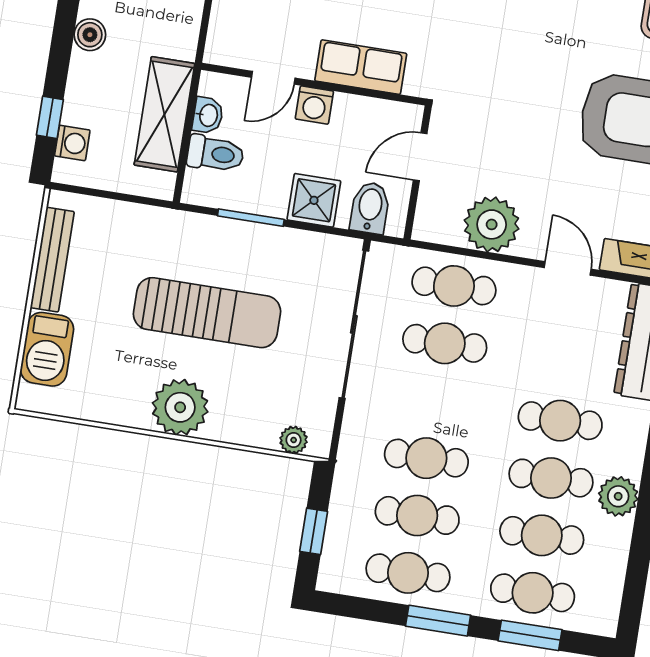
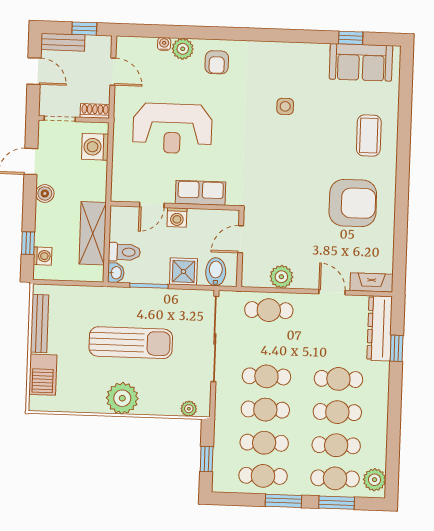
washbasin: (208, 115) -> (116, 273), moved
plant: (492, 224) -> (281, 277), width x0.73, depth x0.73
cafe table: (445, 343) -> (266, 376), moved
plant: (618, 496) -> (375, 480), moved

